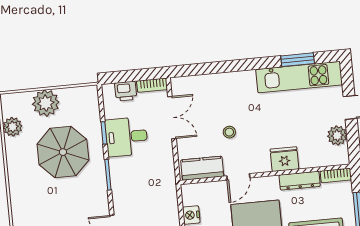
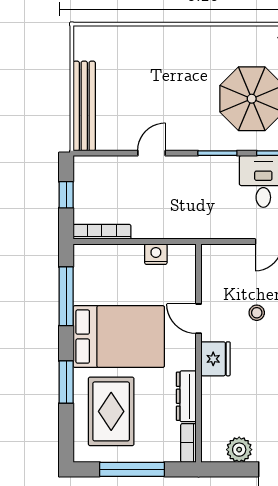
fridge: (284, 159) -> (216, 359), moved
kitchen counter: (202, 168) -> (214, 274), removed

